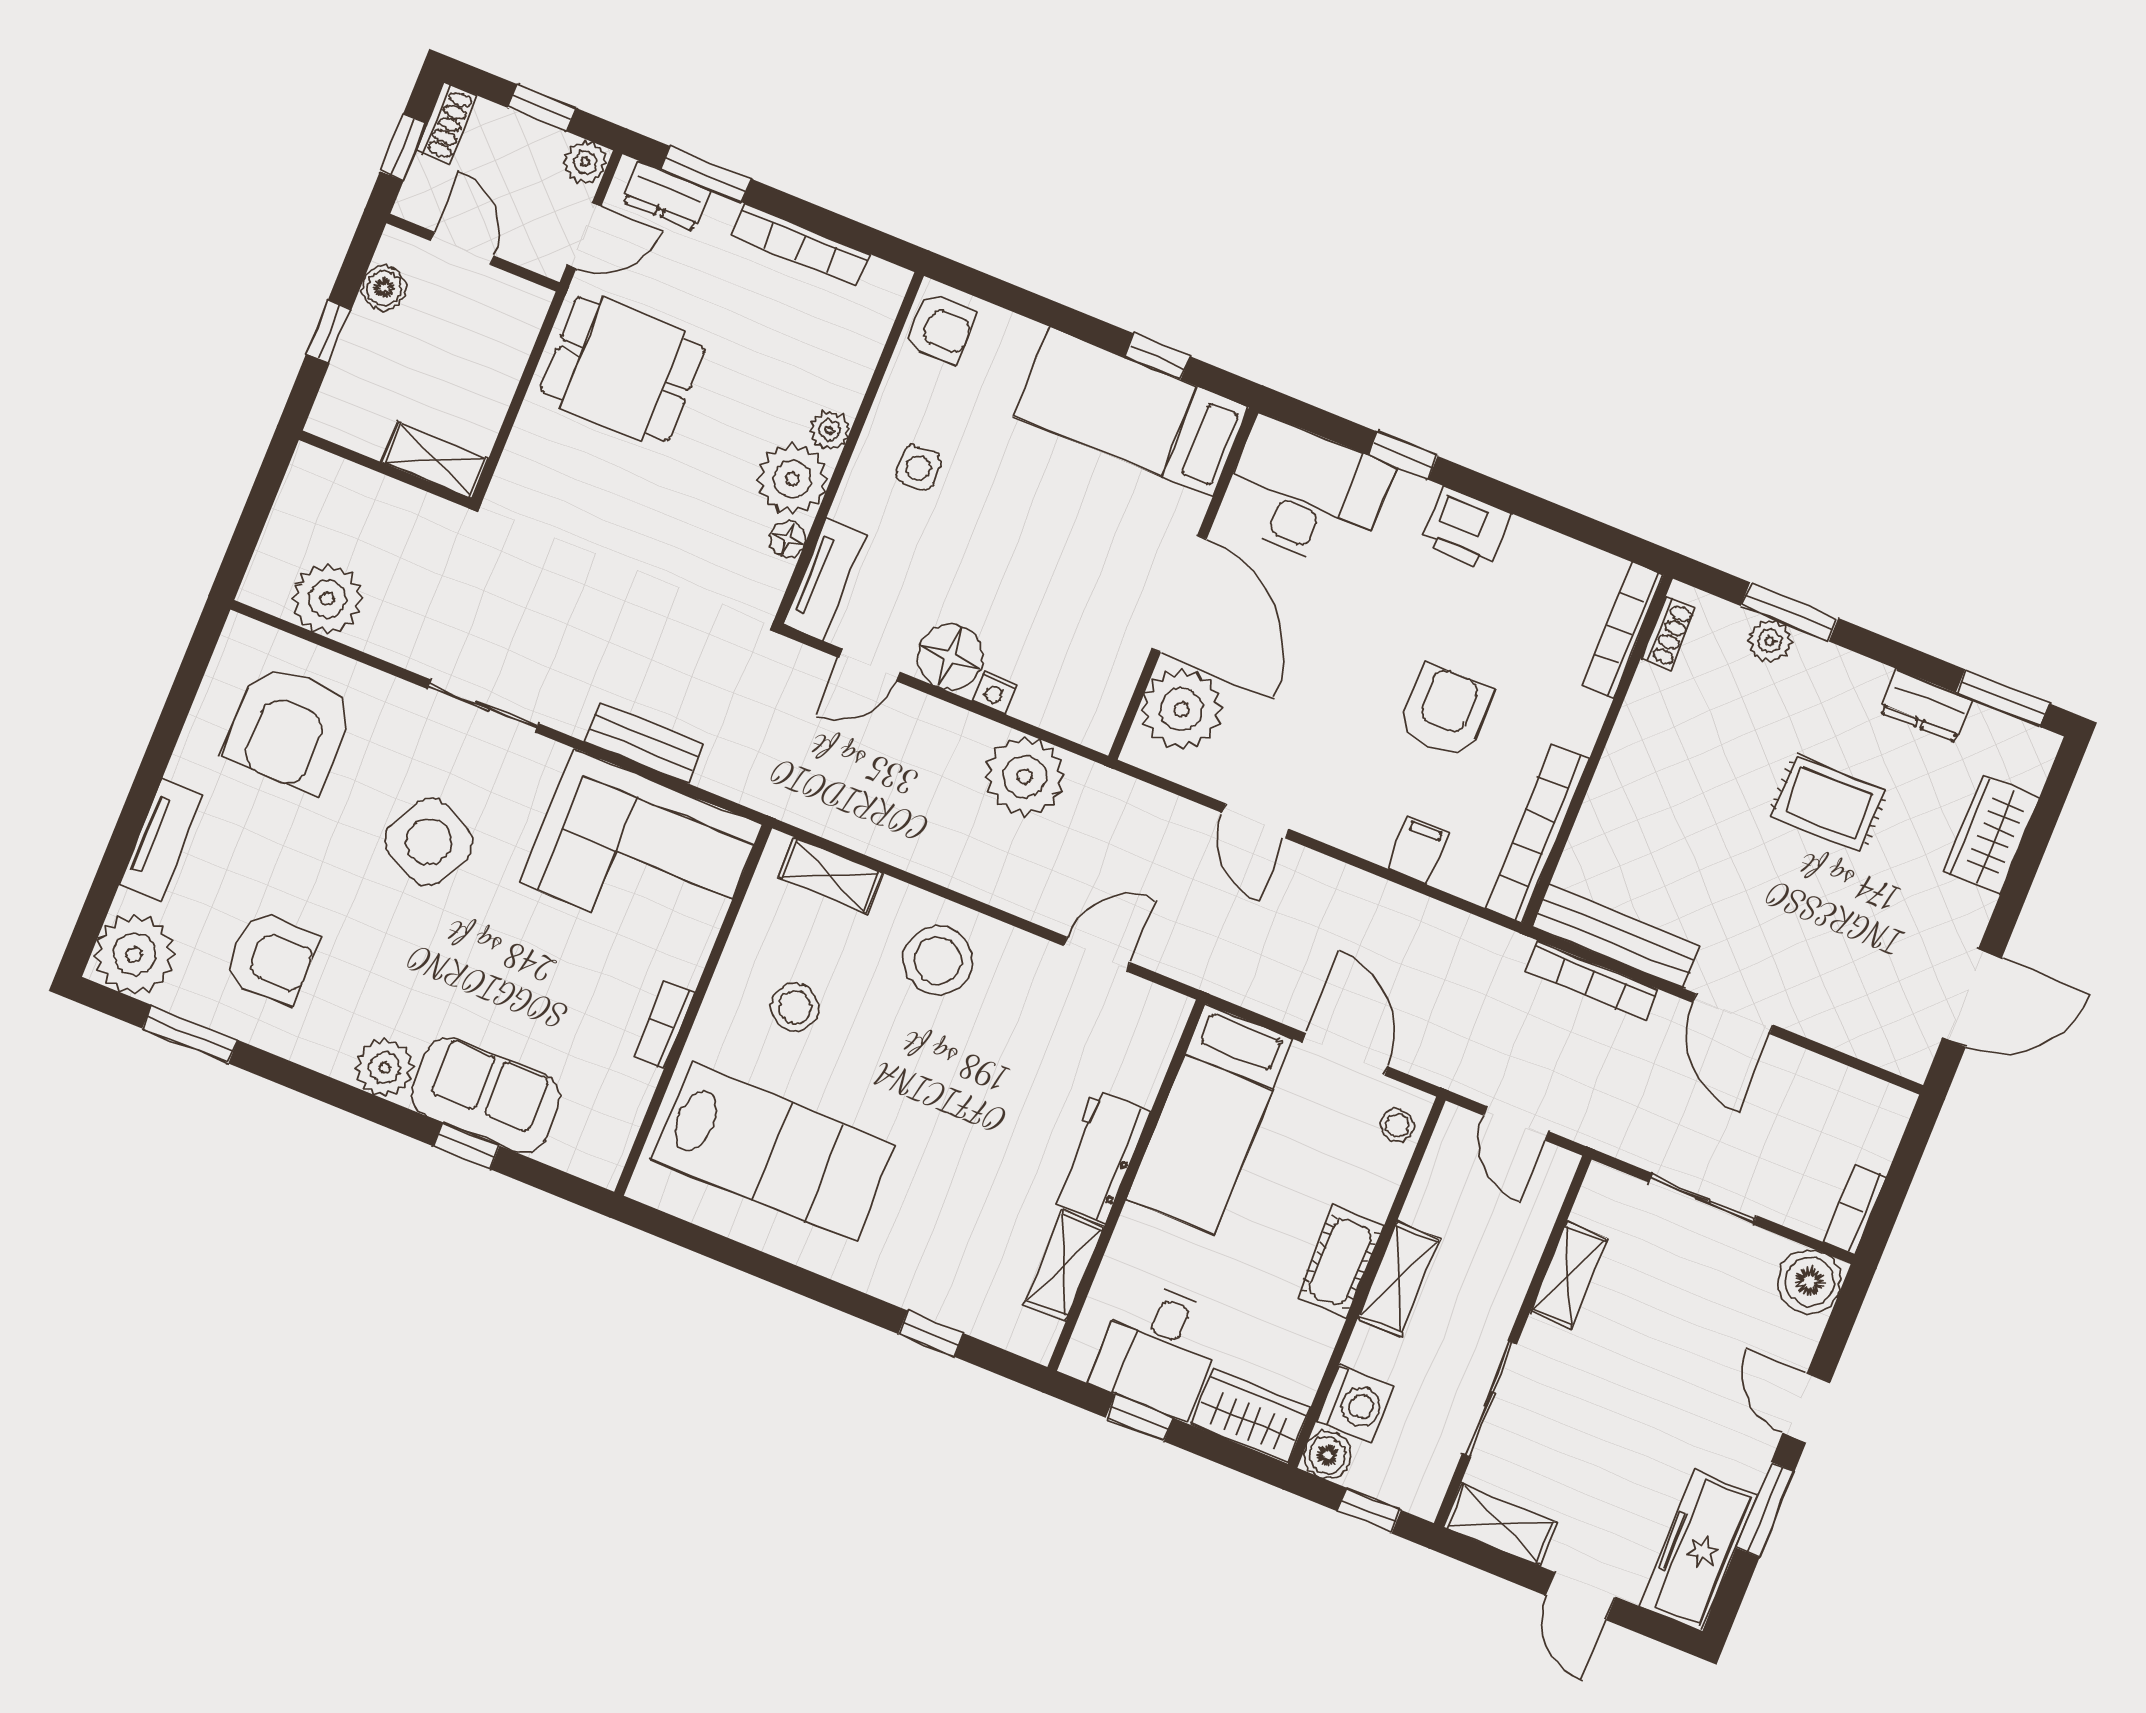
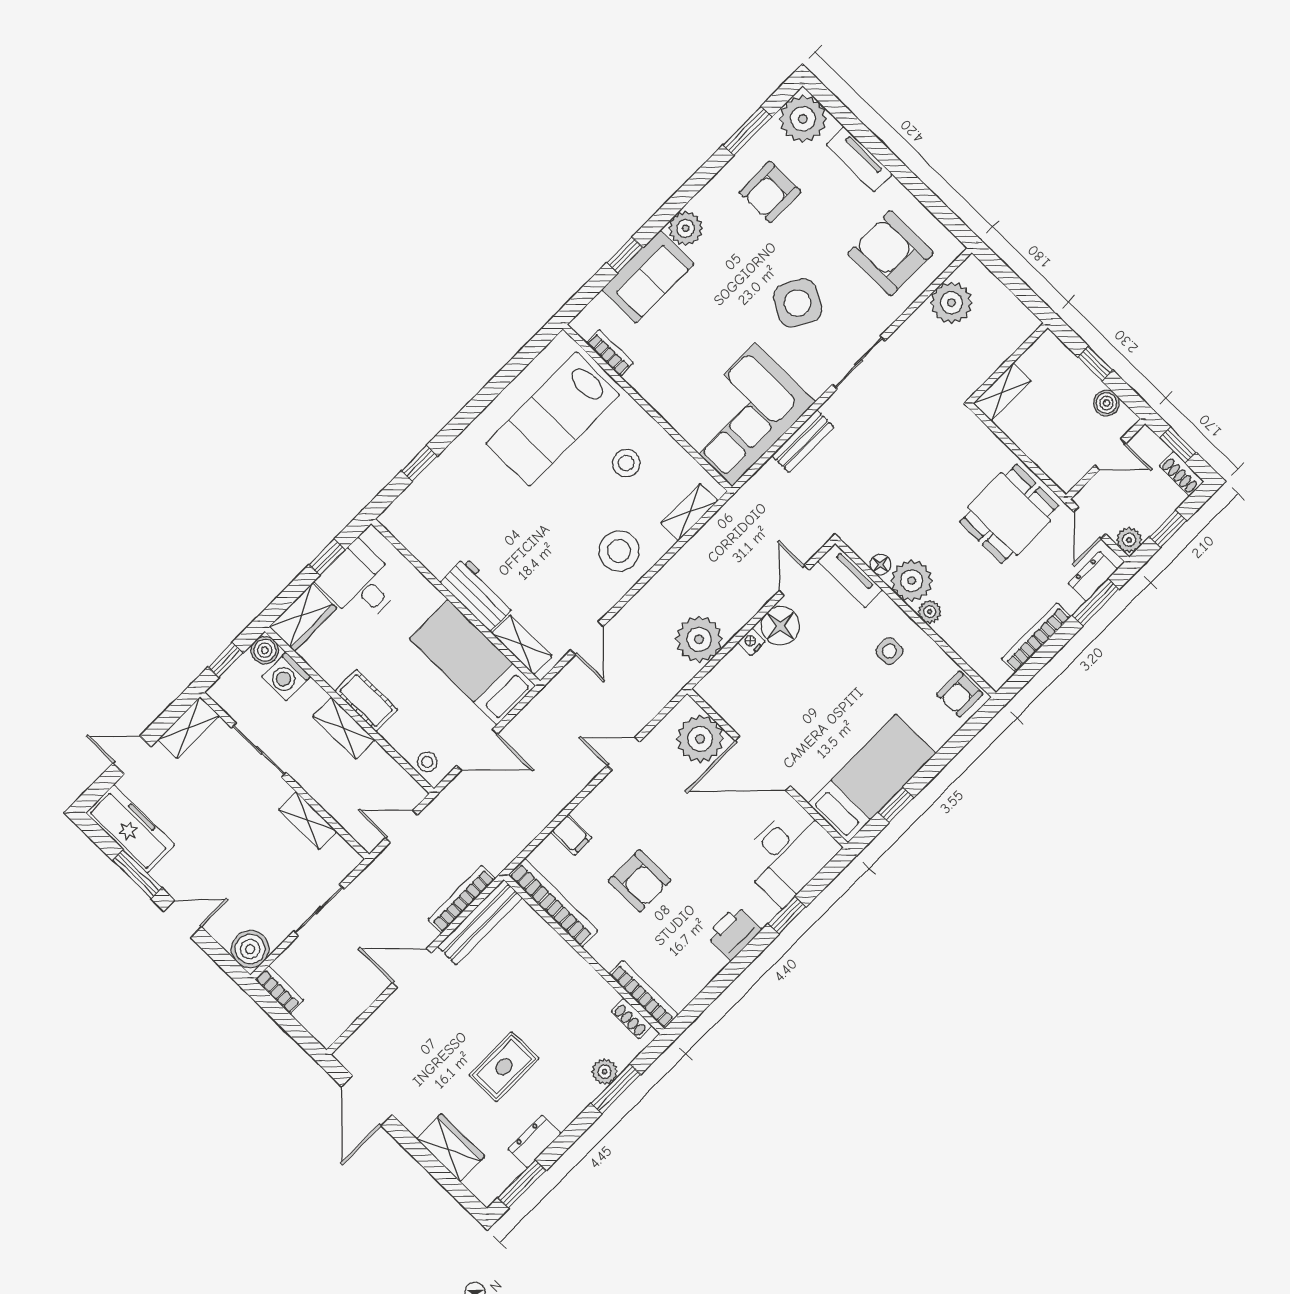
bookcase: (664, 1025) -> (610, 353), moved
shelving: (1064, 1265) -> (522, 645), moved

